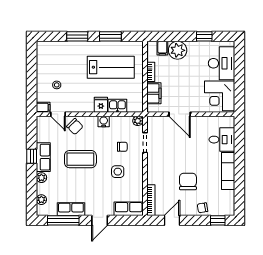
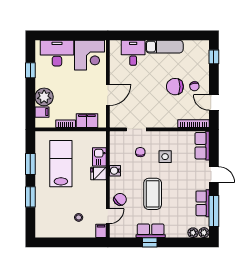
plant: (138, 121) -> (114, 137), removed
plant: (41, 178) -> (204, 233), moved
chair: (202, 208) -> (194, 86), moved

